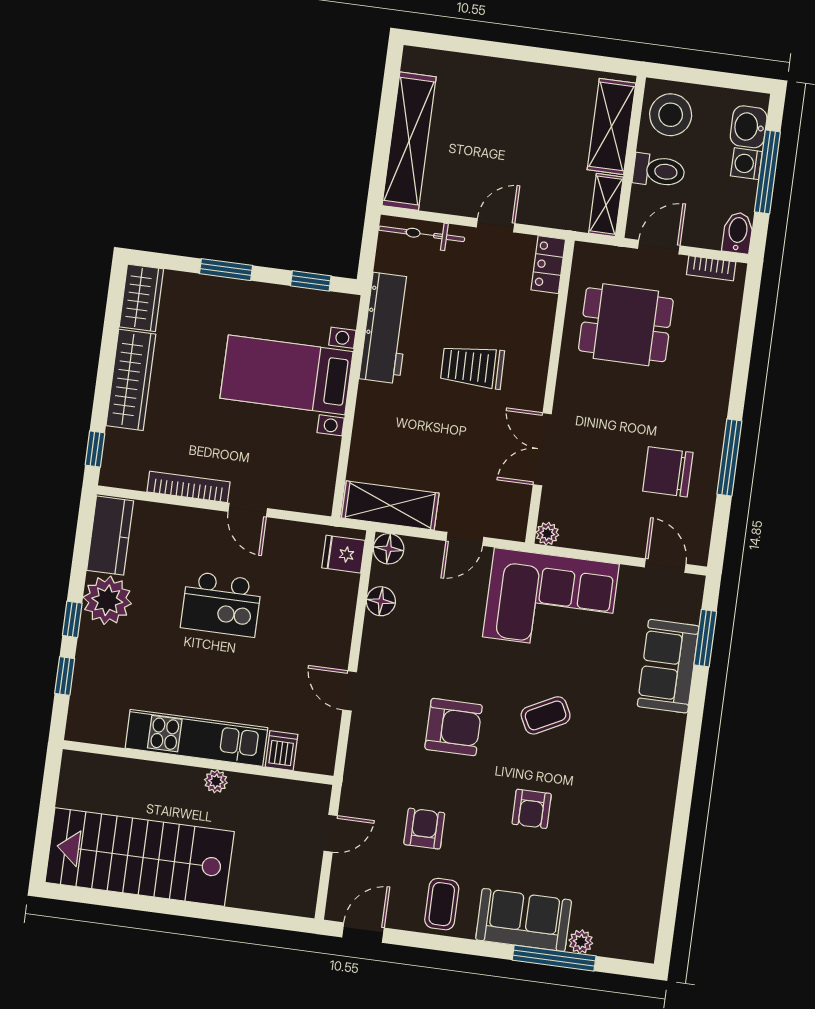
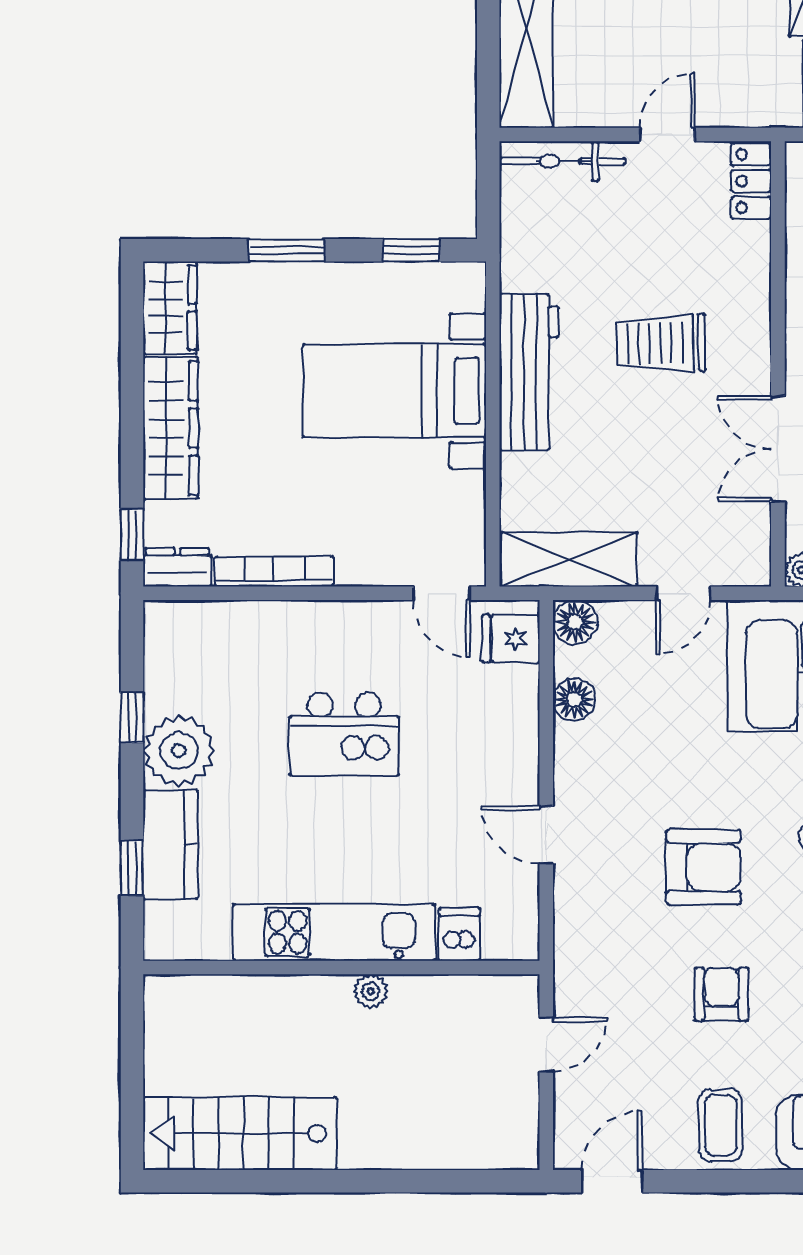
workbench: (386, 328) -> (529, 372), moved
dresser: (123, 475) -> (177, 567), added
door: (248, 510) -> (442, 593), moved
kitchen counter: (110, 536) -> (170, 845), moved
window: (72, 619) -> (132, 717), moved
armchair: (424, 829) -> (721, 994), moved
stairs: (140, 857) -> (240, 1134), width x0.73, depth x0.66

